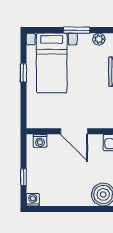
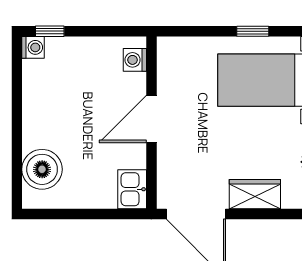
window: (23, 177) -> (50, 31), moved

